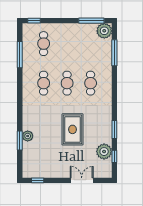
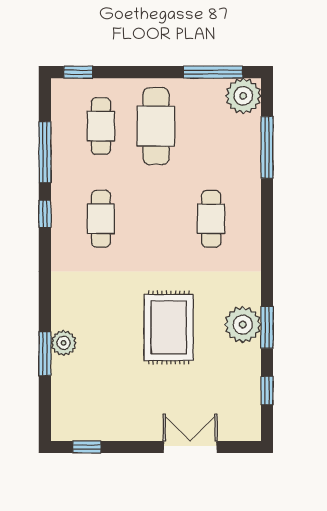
window: (20, 81) -> (45, 214), added
cafe table: (67, 83) -> (156, 126), moved, width x1.37, depth x1.35
plant: (104, 152) -> (243, 325), moved

